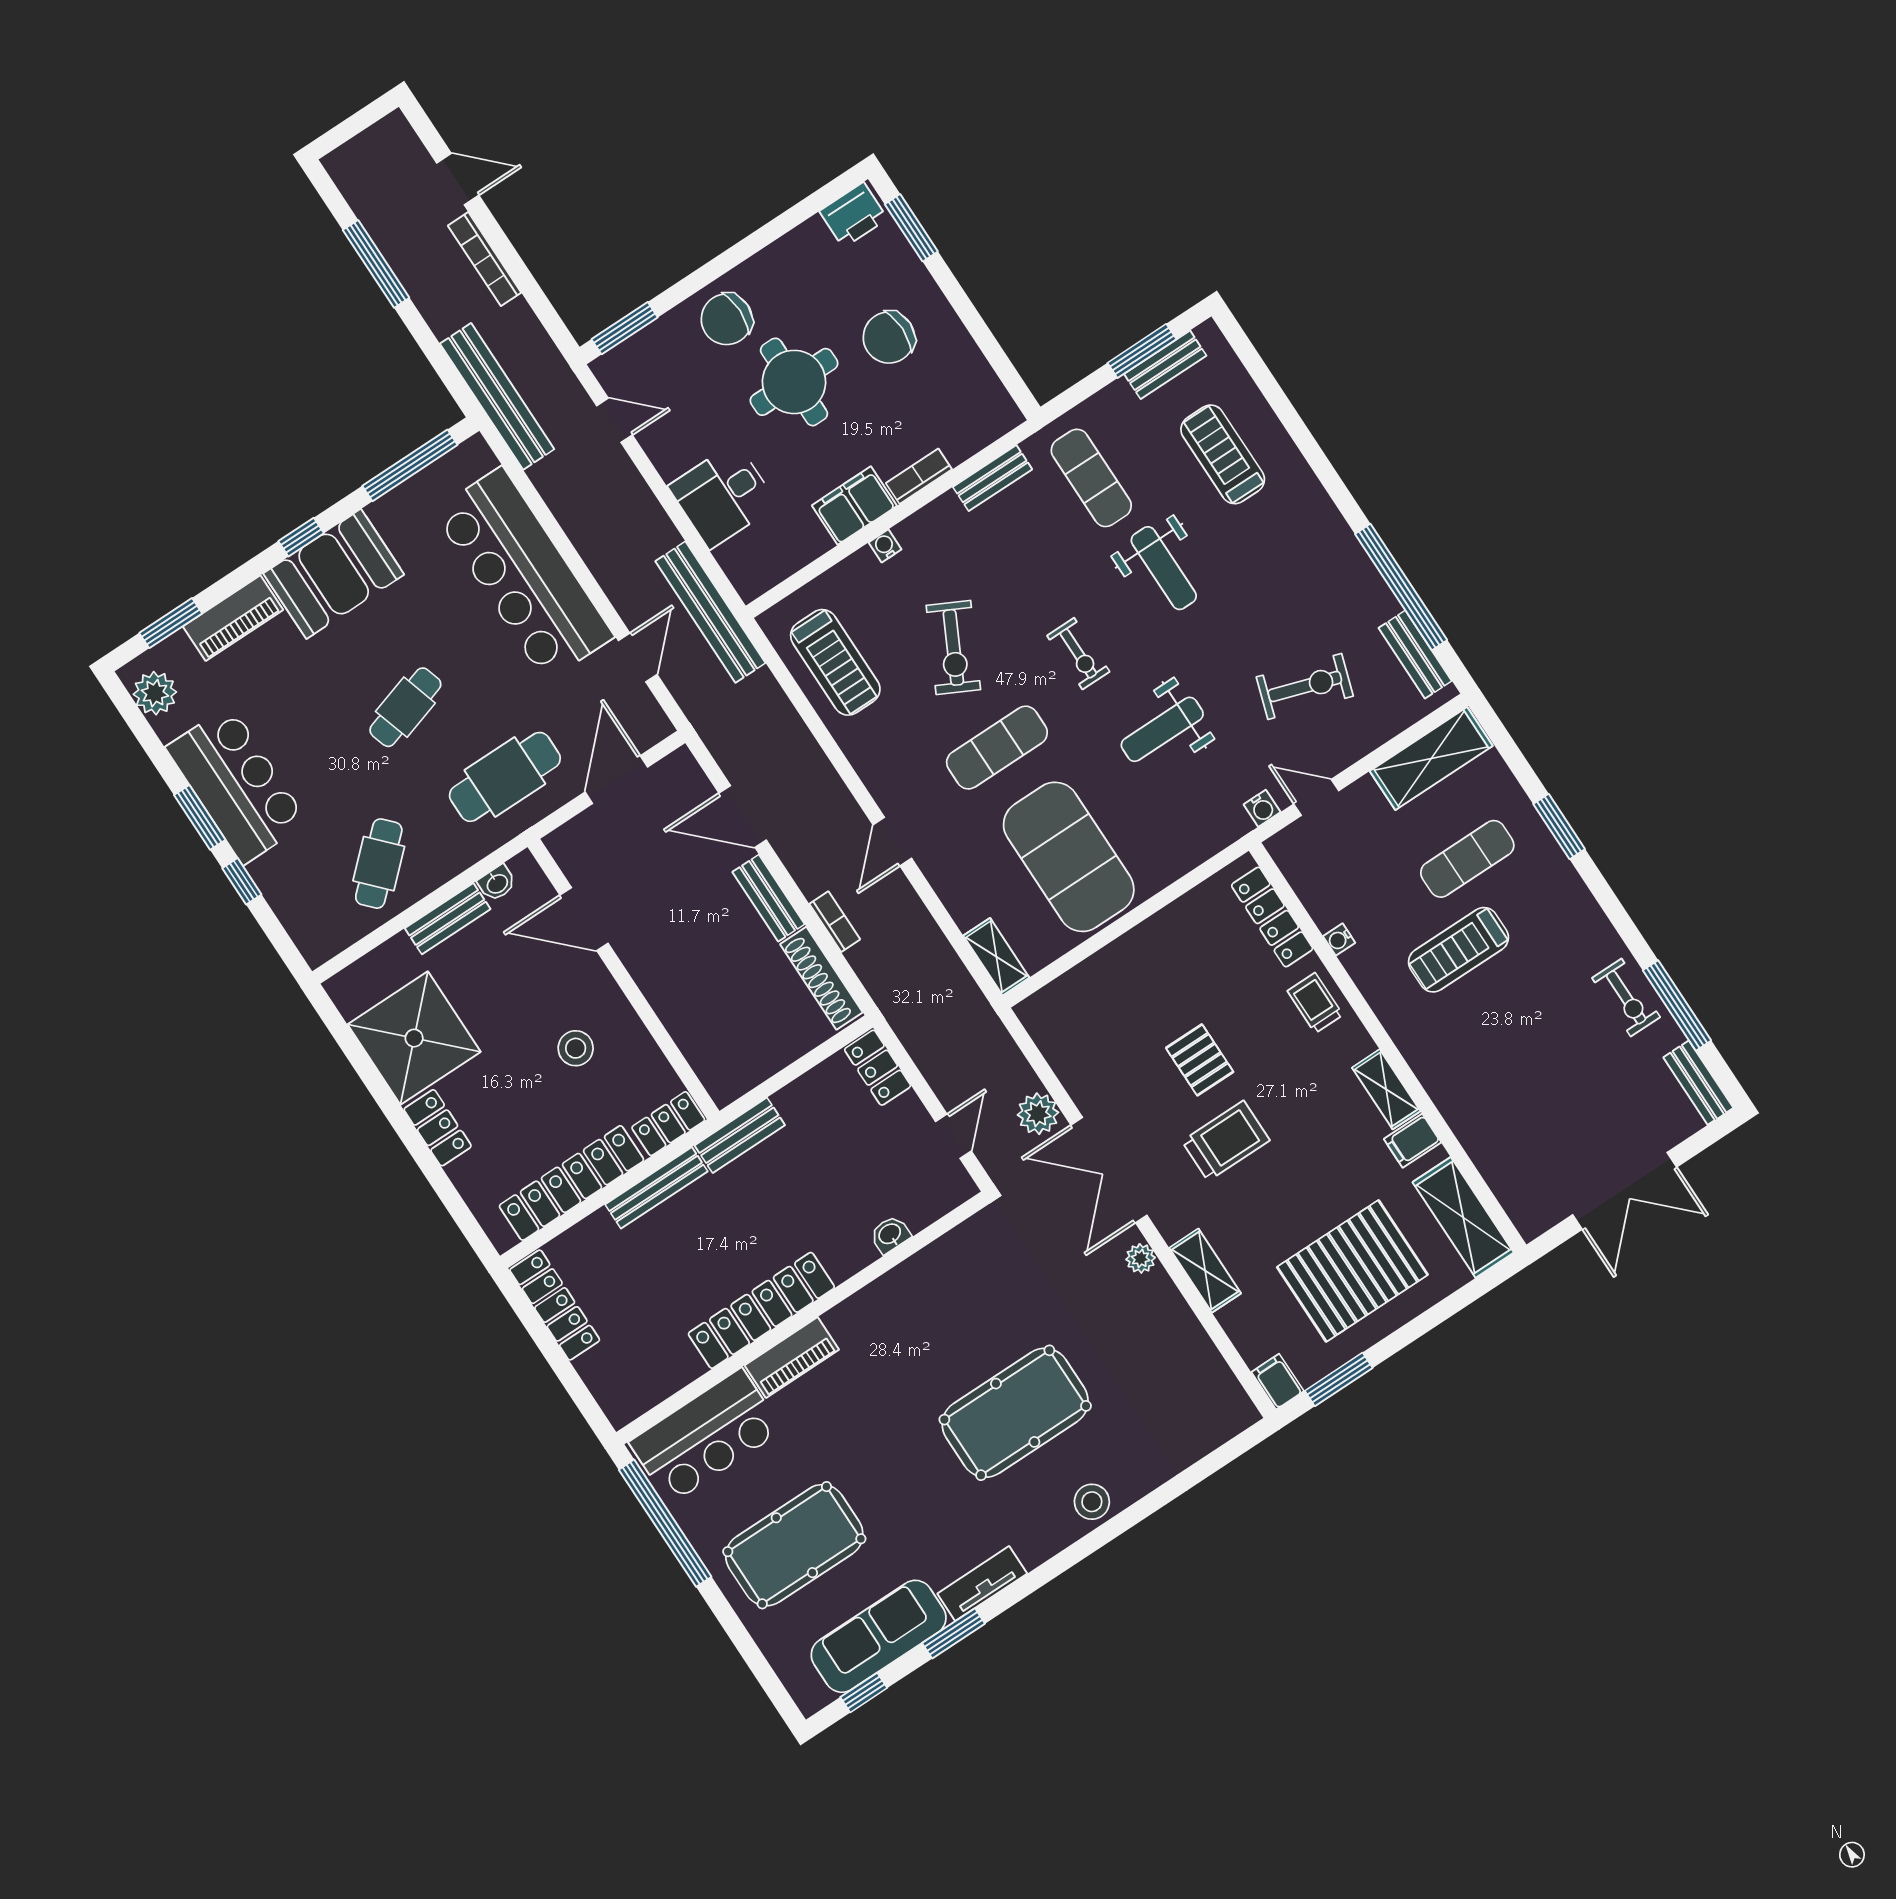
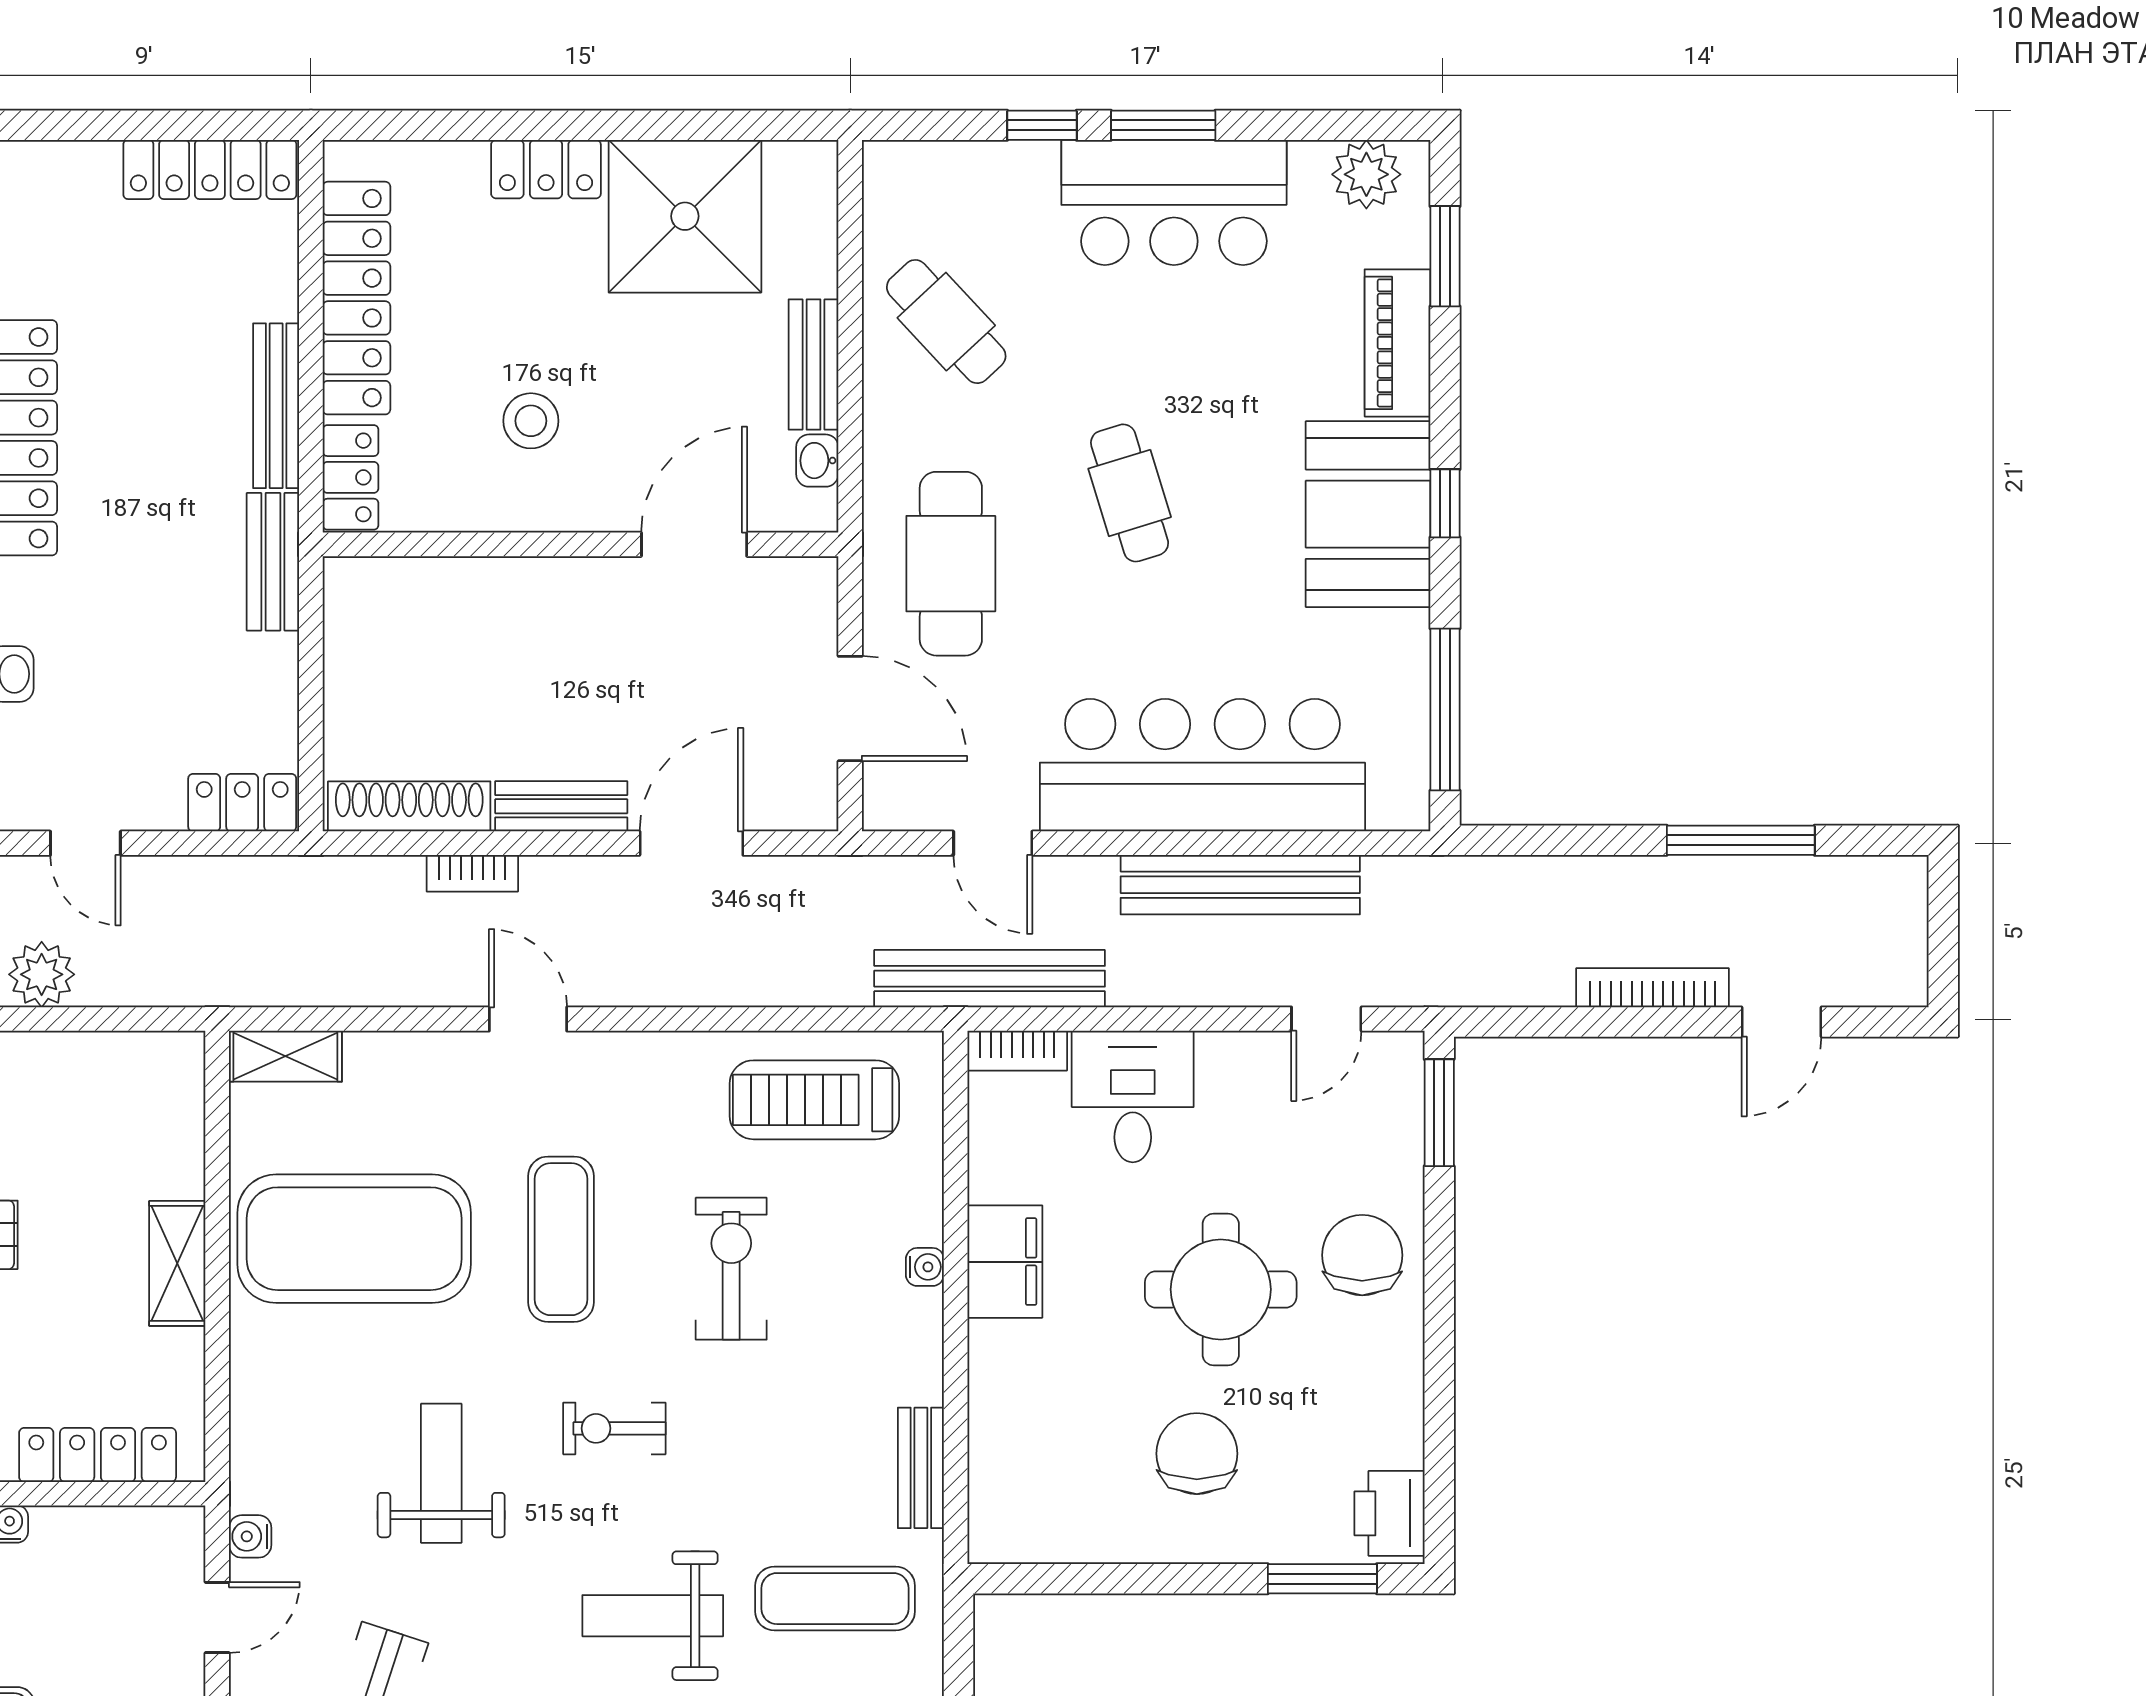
bench: (497, 396) -> (1240, 885), moved
bookcase: (919, 476) -> (1017, 1051), moved, turned 90
exercise bike: (953, 647) -> (731, 1269), turned 63
shelving: (1143, 942) -> (177, 1263), added

